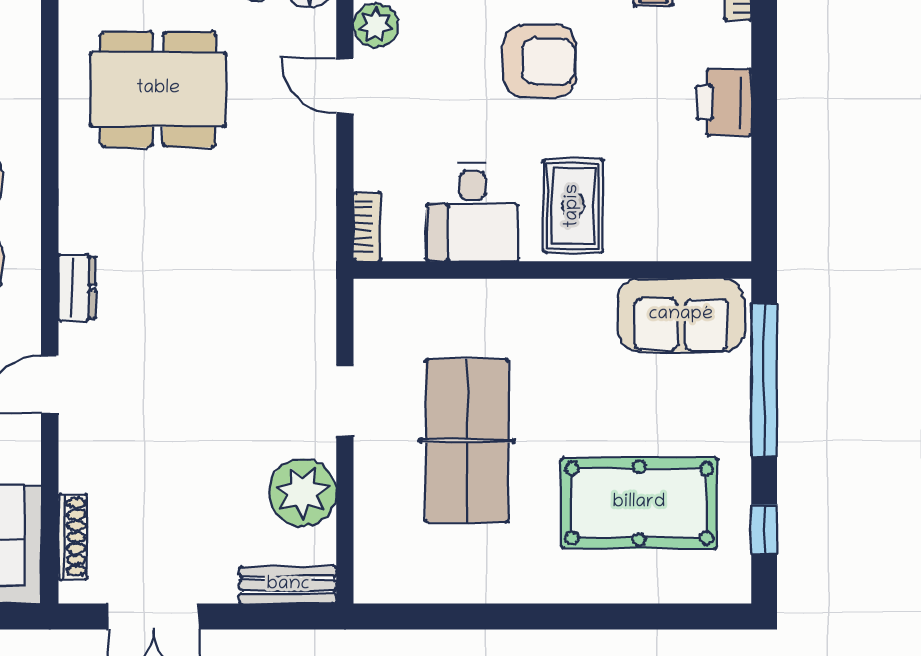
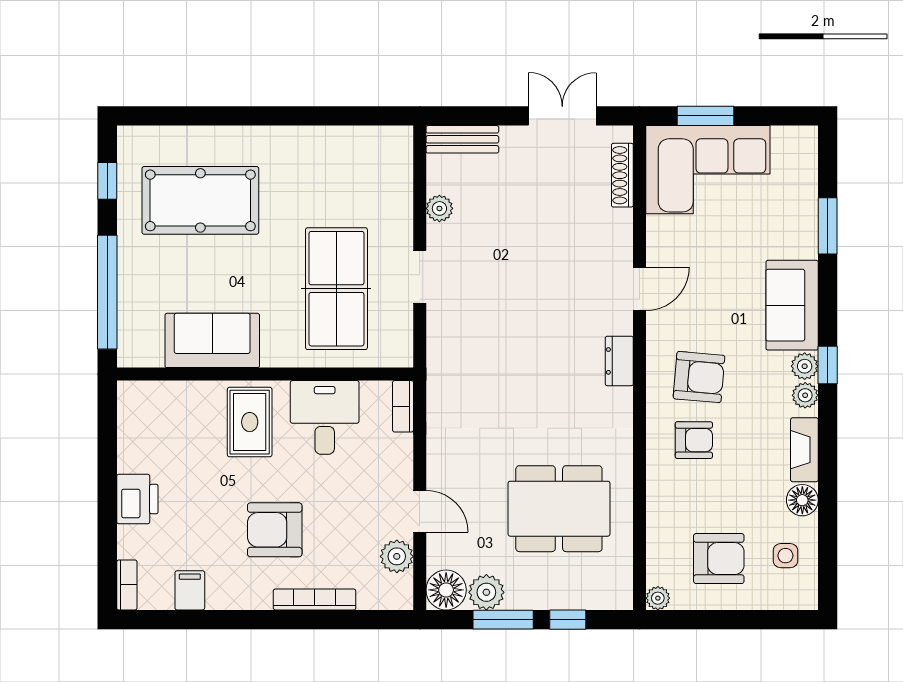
sofa: (681, 315) -> (212, 340), moved
table tennis table: (467, 441) -> (336, 289), moved
plant: (303, 492) -> (439, 208), width x0.53, depth x0.53

